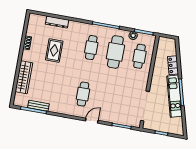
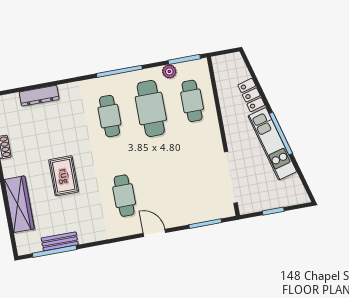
rug: (54, 50) -> (64, 176), moved
door: (92, 121) -> (154, 233), hinge flipped

